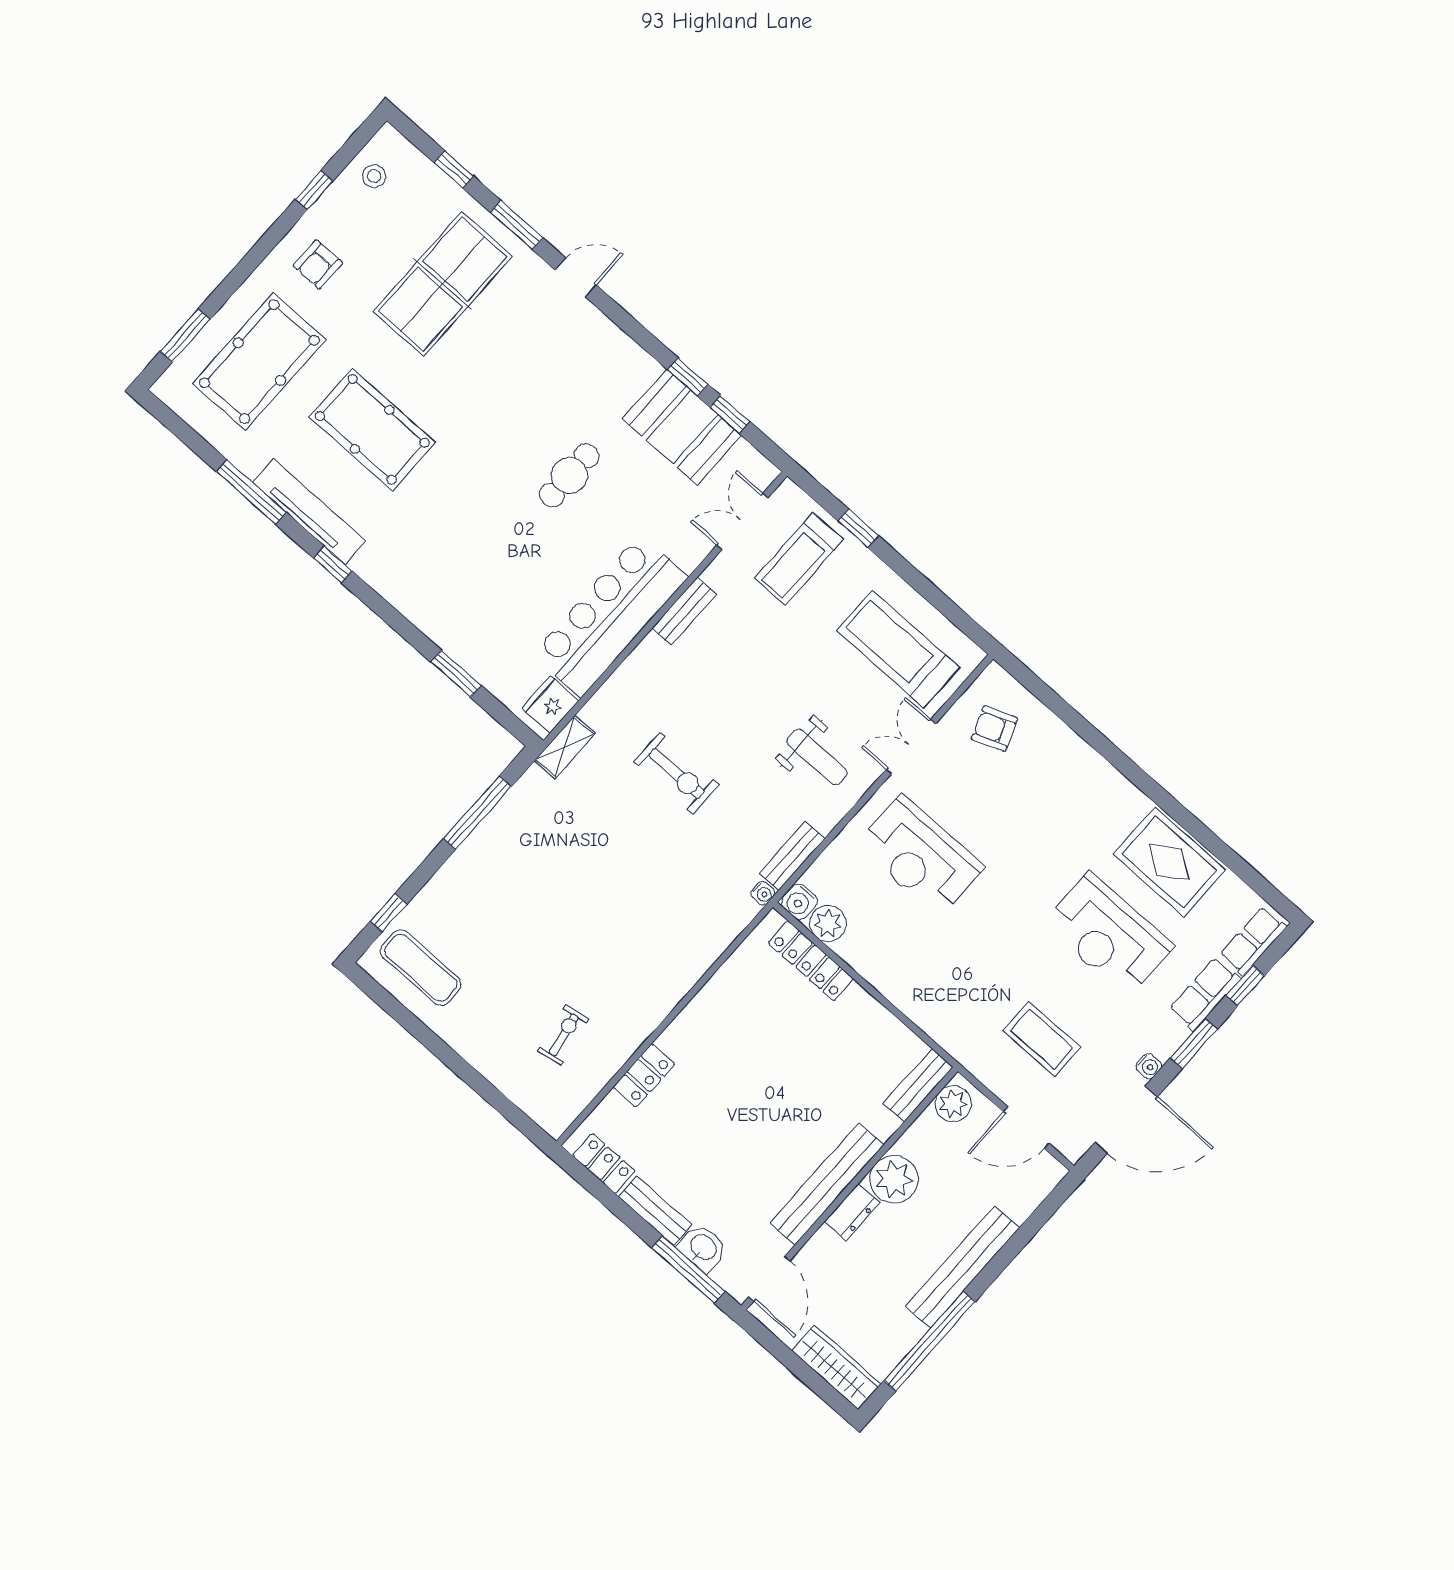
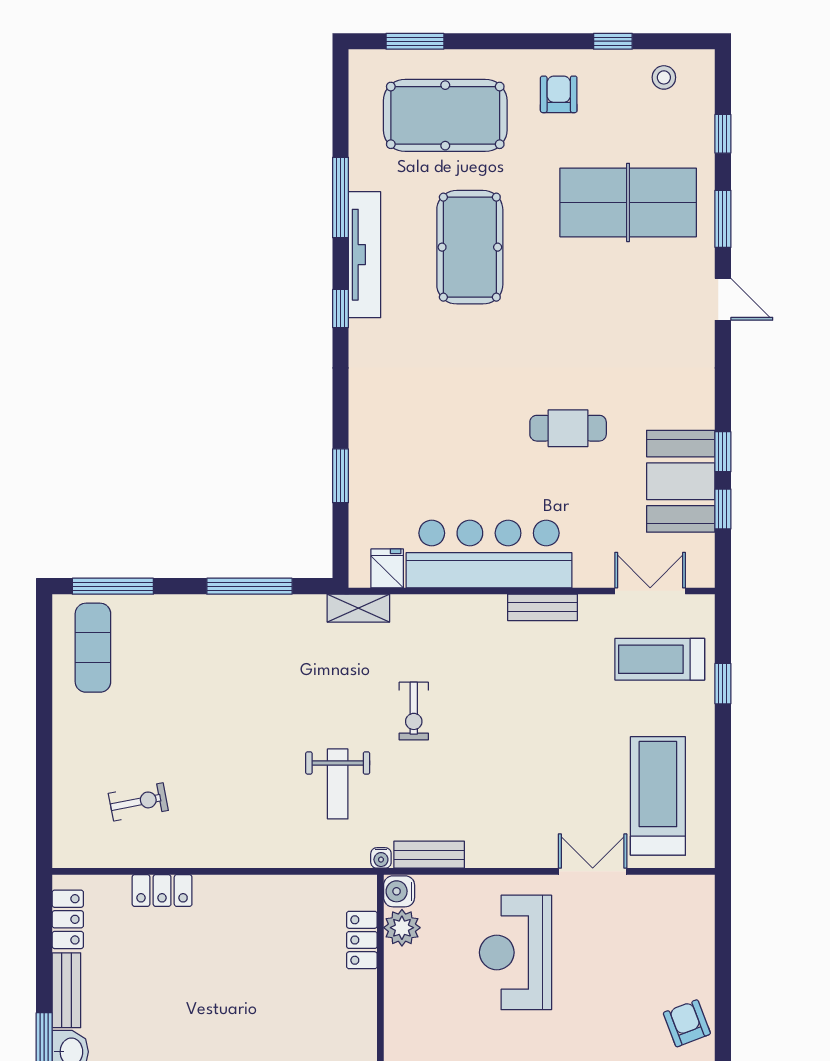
armchair: (318, 264) -> (559, 94), turned 90
fridge: (550, 704) -> (387, 568), width x0.72
armchair: (995, 729) -> (687, 1023), moved
weight bench: (817, 757) -> (338, 784), moved
exercise bike: (677, 773) -> (414, 711), width x0.73, depth x0.72
window: (388, 913) -> (113, 586), width x2.17
locker: (811, 961) -> (362, 940), width x0.66

